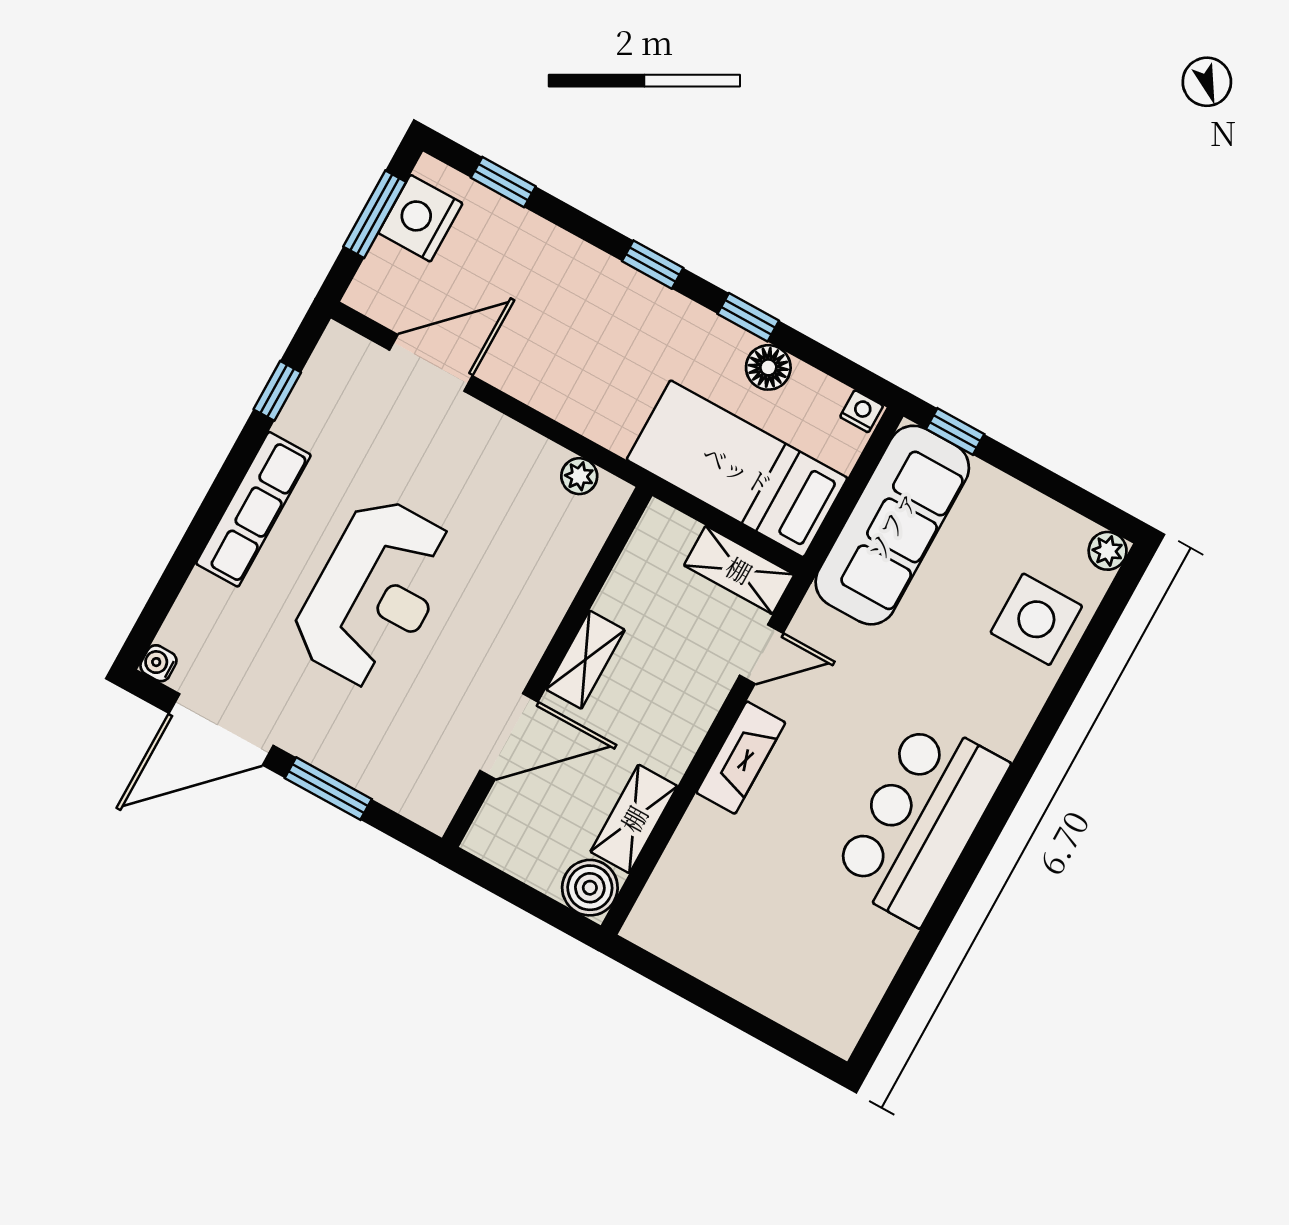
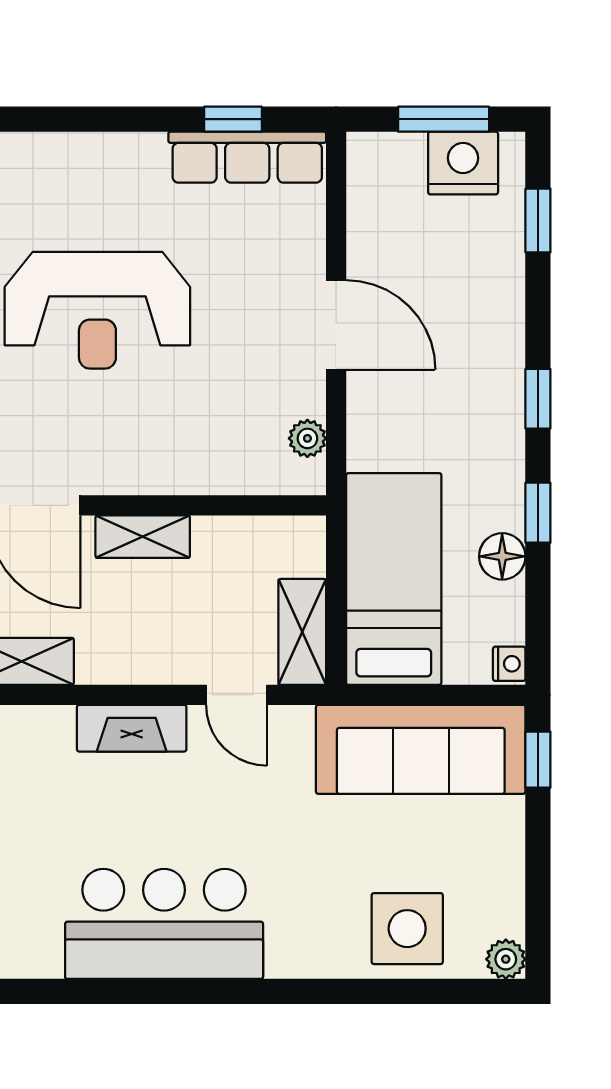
door: (431, 363) -> (336, 325), moved
row of seats: (253, 509) -> (247, 157), moved

